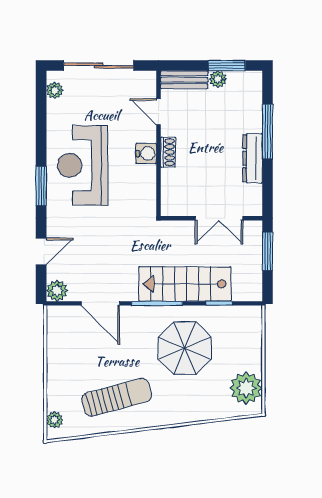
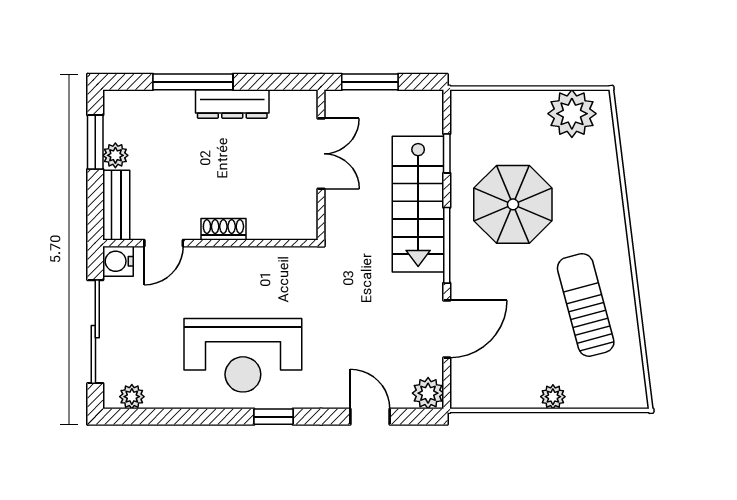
water cooler: (146, 154) -> (118, 261), moved, turned -90
window: (41, 186) -> (273, 417), width x0.67
plant: (55, 420) -> (553, 397), moved

